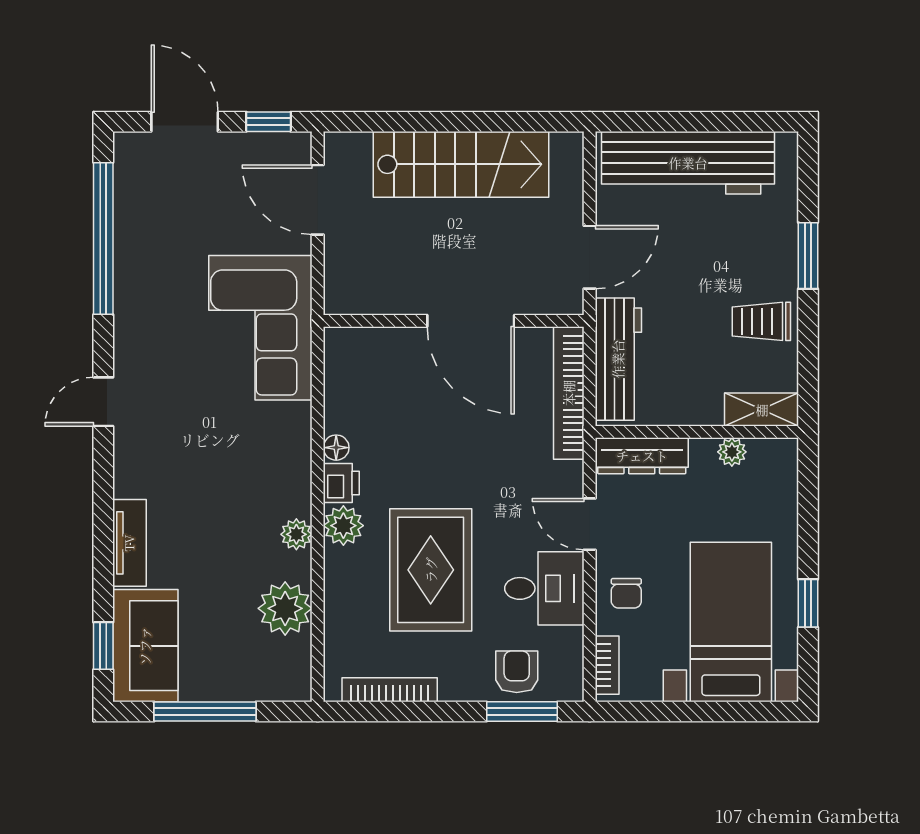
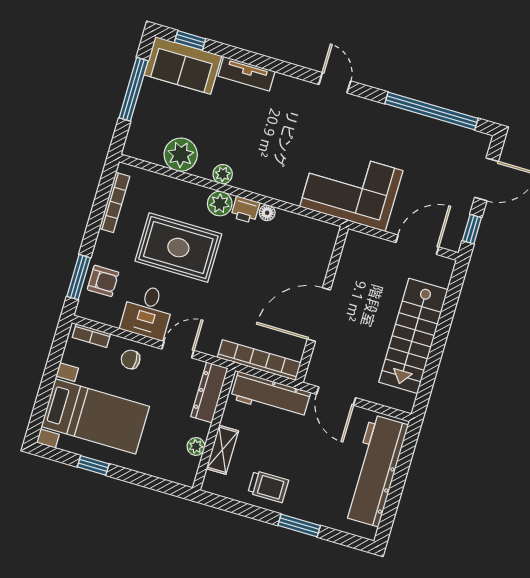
trolley: (761, 321) -> (268, 487), turned 90
shelving: (762, 410) -> (222, 450), moved

